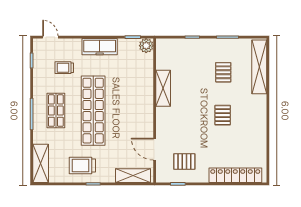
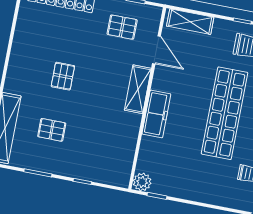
freezer: (100, 47) -> (156, 114), moved, turned 90
pallet: (223, 72) -> (52, 130), turned 90
shelving: (163, 88) -> (138, 89), moved

